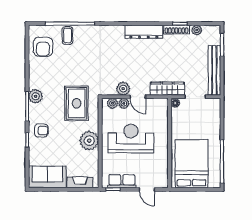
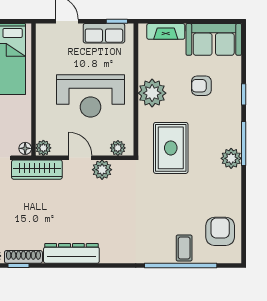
plant: (124, 103) -> (43, 148), moved
armchair: (41, 131) -> (201, 86), moved

